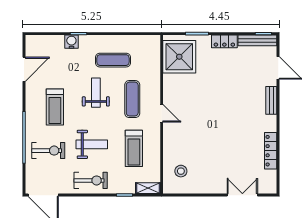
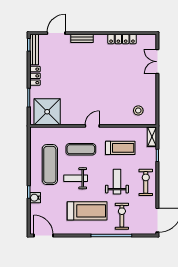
exercise mat: (113, 60) -> (50, 165), width x1.36, depth x1.45
door: (24, 69) -> (43, 235), moved
treadmill: (55, 107) -> (87, 211), width x1.37, depth x1.38

